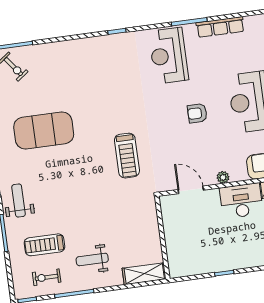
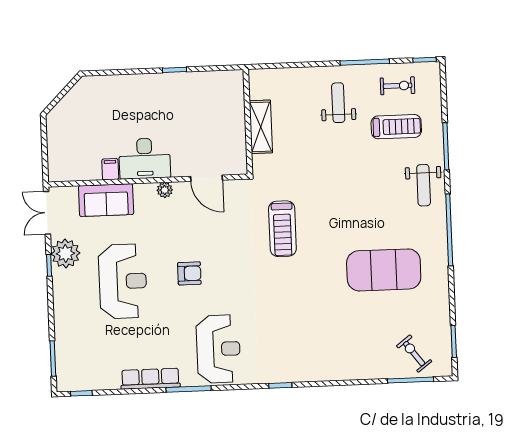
treadmill: (127, 156) -> (282, 229), turned 180
weight bench: (92, 259) -> (338, 103), turned -90
shelving: (144, 274) -> (261, 127), moved, turned 90

